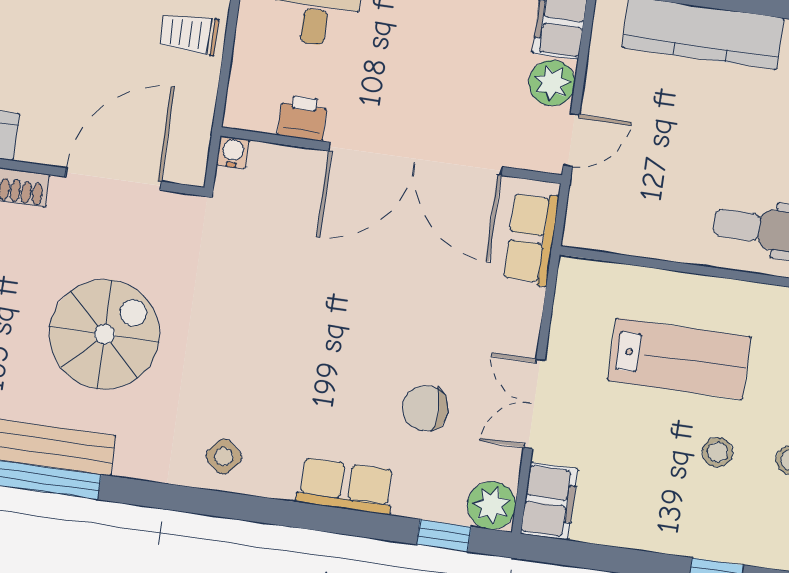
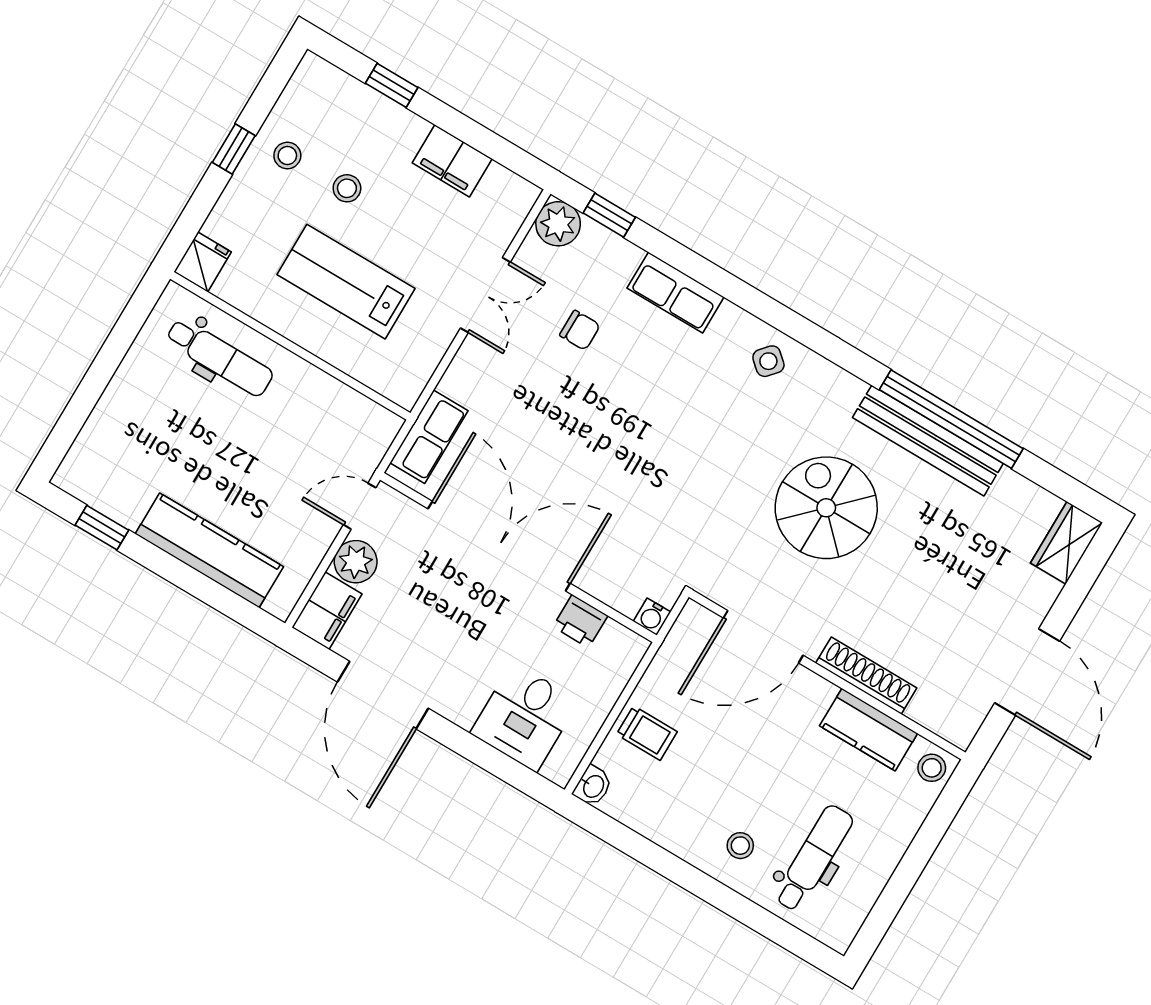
spiral stairs: (105, 334) -> (826, 508), turned 90
chair: (425, 408) -> (580, 330), width x0.73, depth x0.73
filing cabinet: (549, 501) -> (452, 161), moved, turned -90

